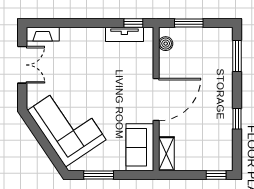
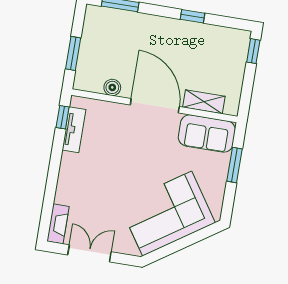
boiler: (166, 44) -> (112, 87), moved
shelving: (166, 154) -> (204, 102), moved
window: (99, 175) -> (234, 165), moved

